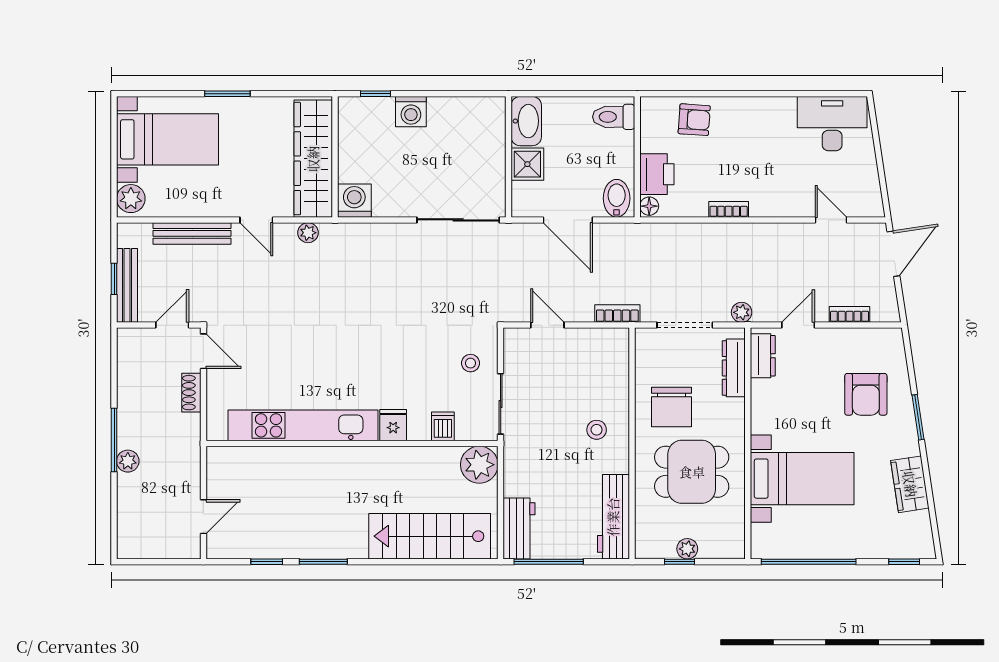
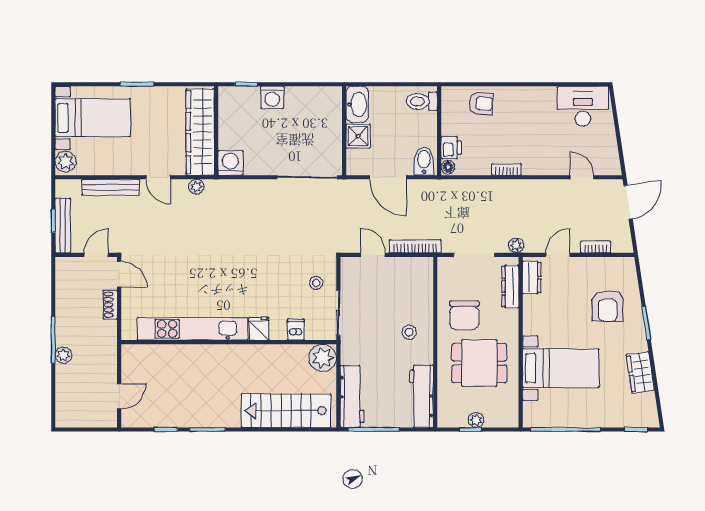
printer: (657, 174) -> (451, 148), width x0.73, depth x0.81
bookcase: (617, 313) -> (415, 246), width x1.56
workbench: (519, 528) -> (352, 396), width x1.38

